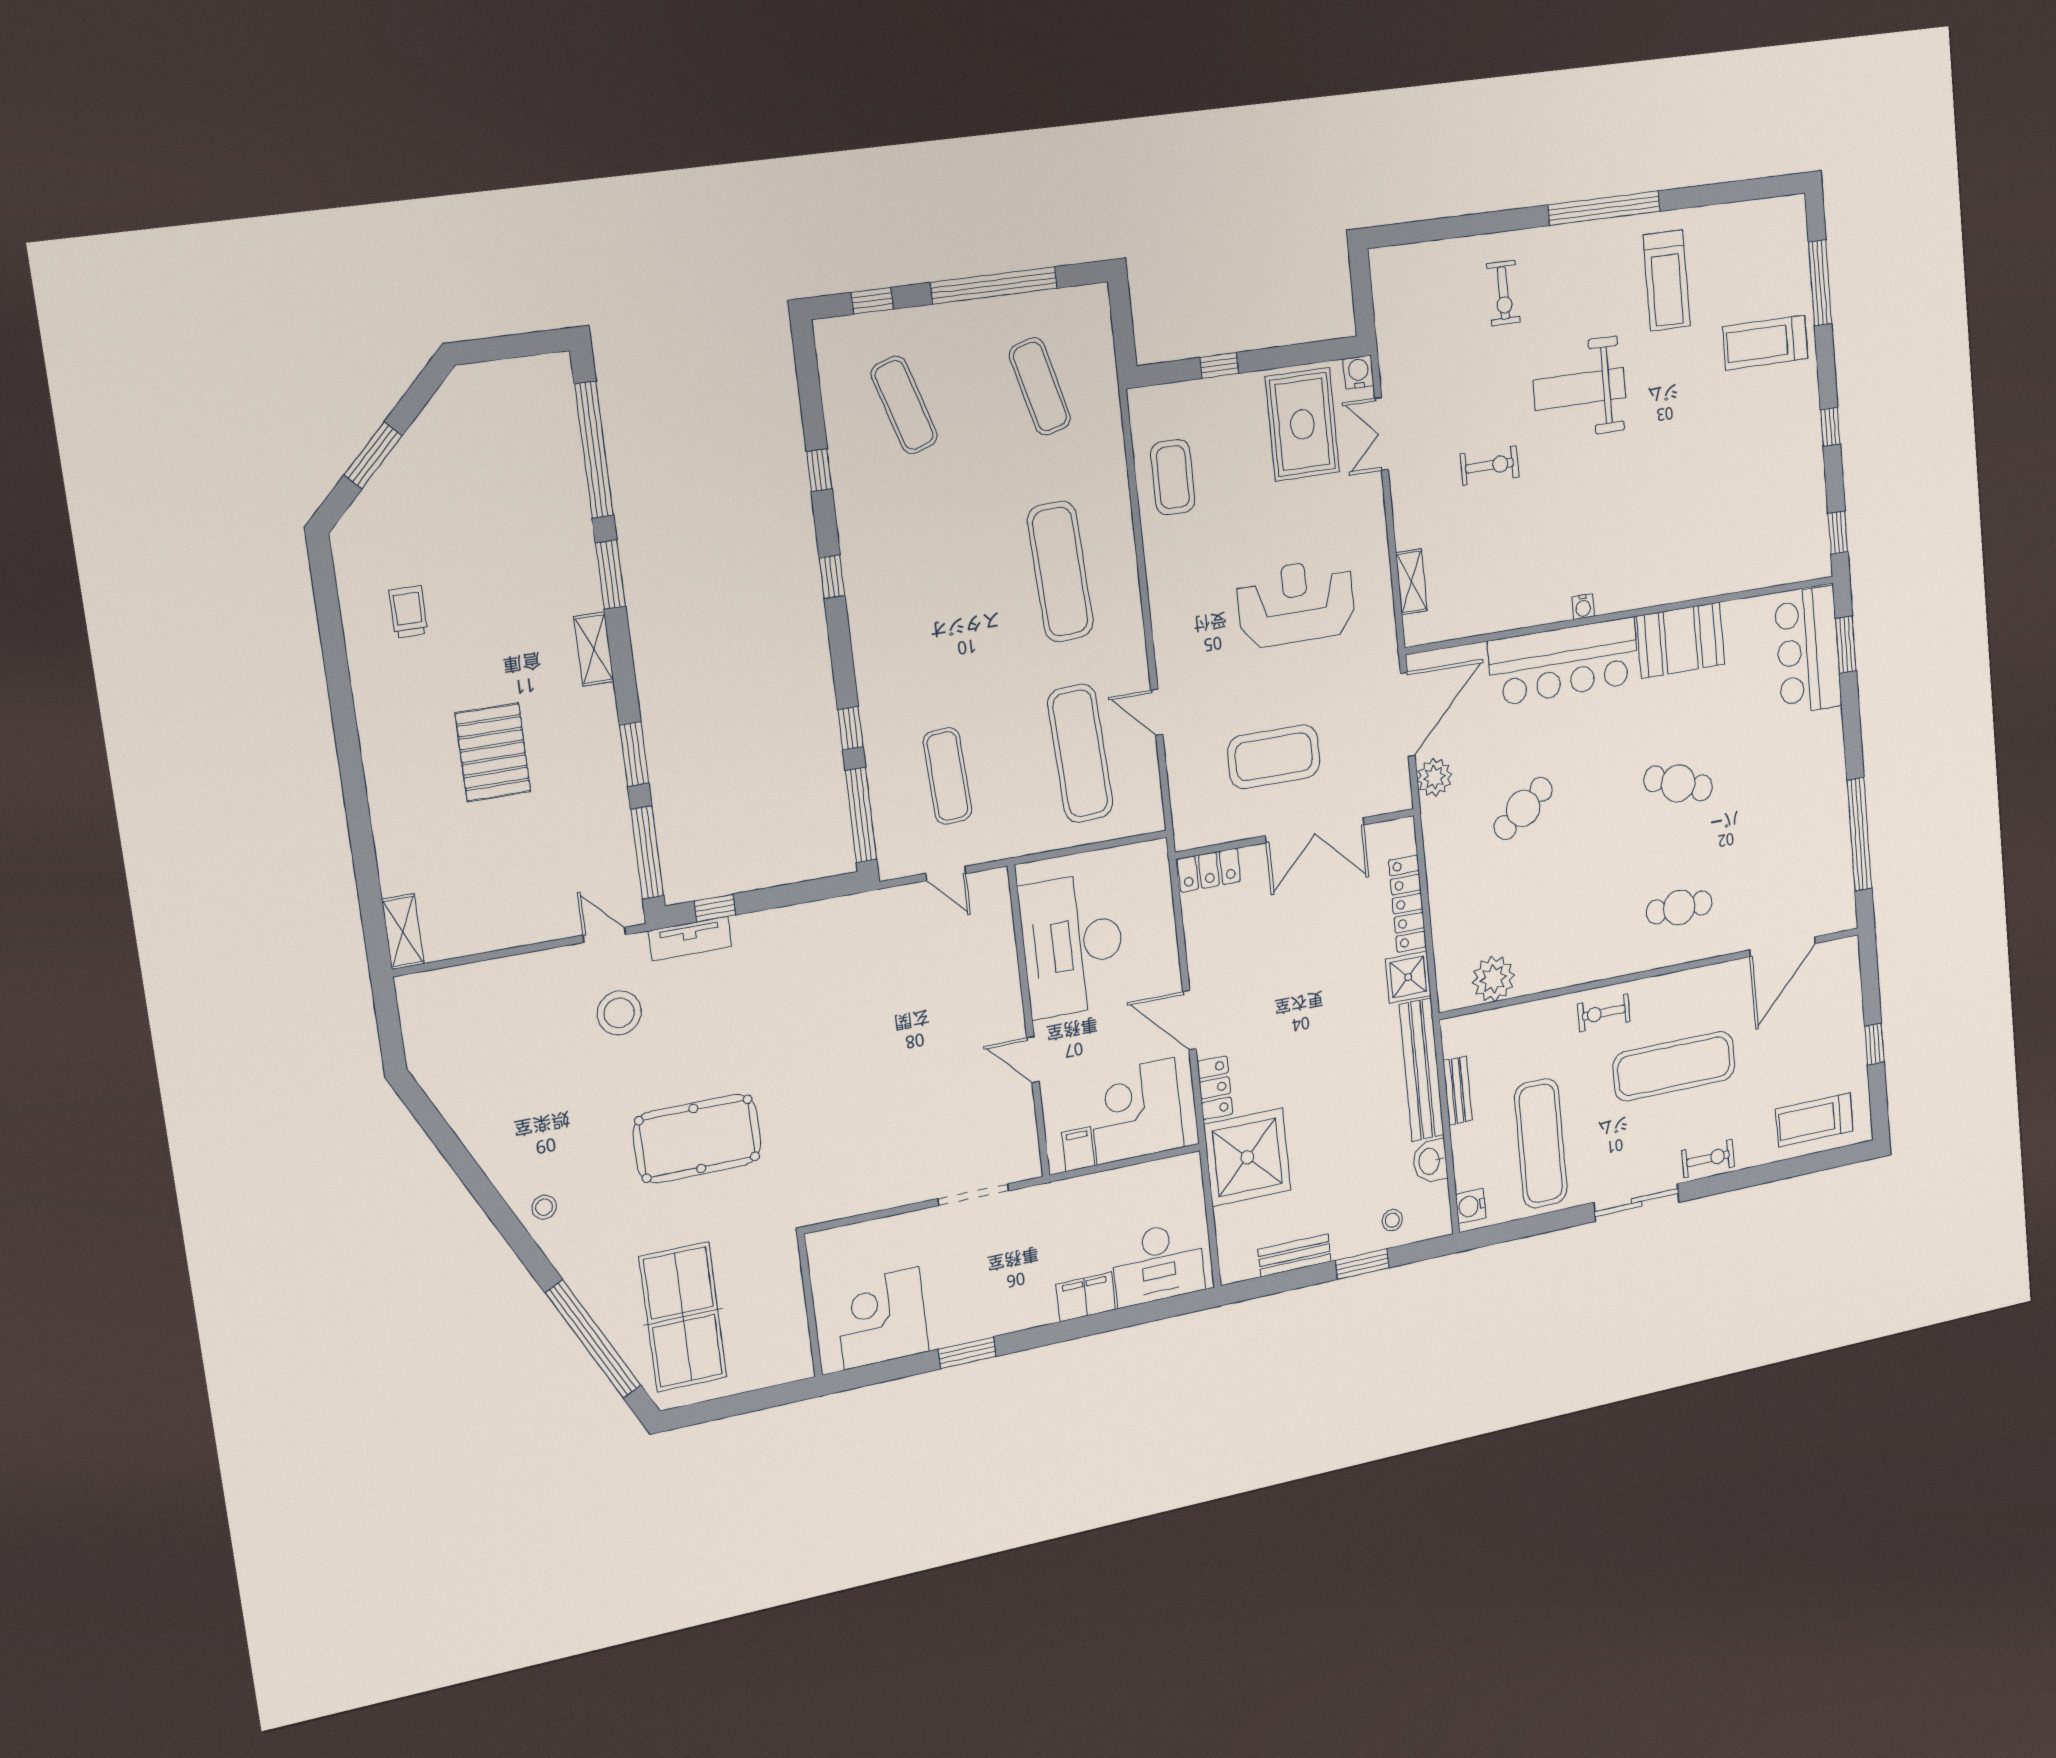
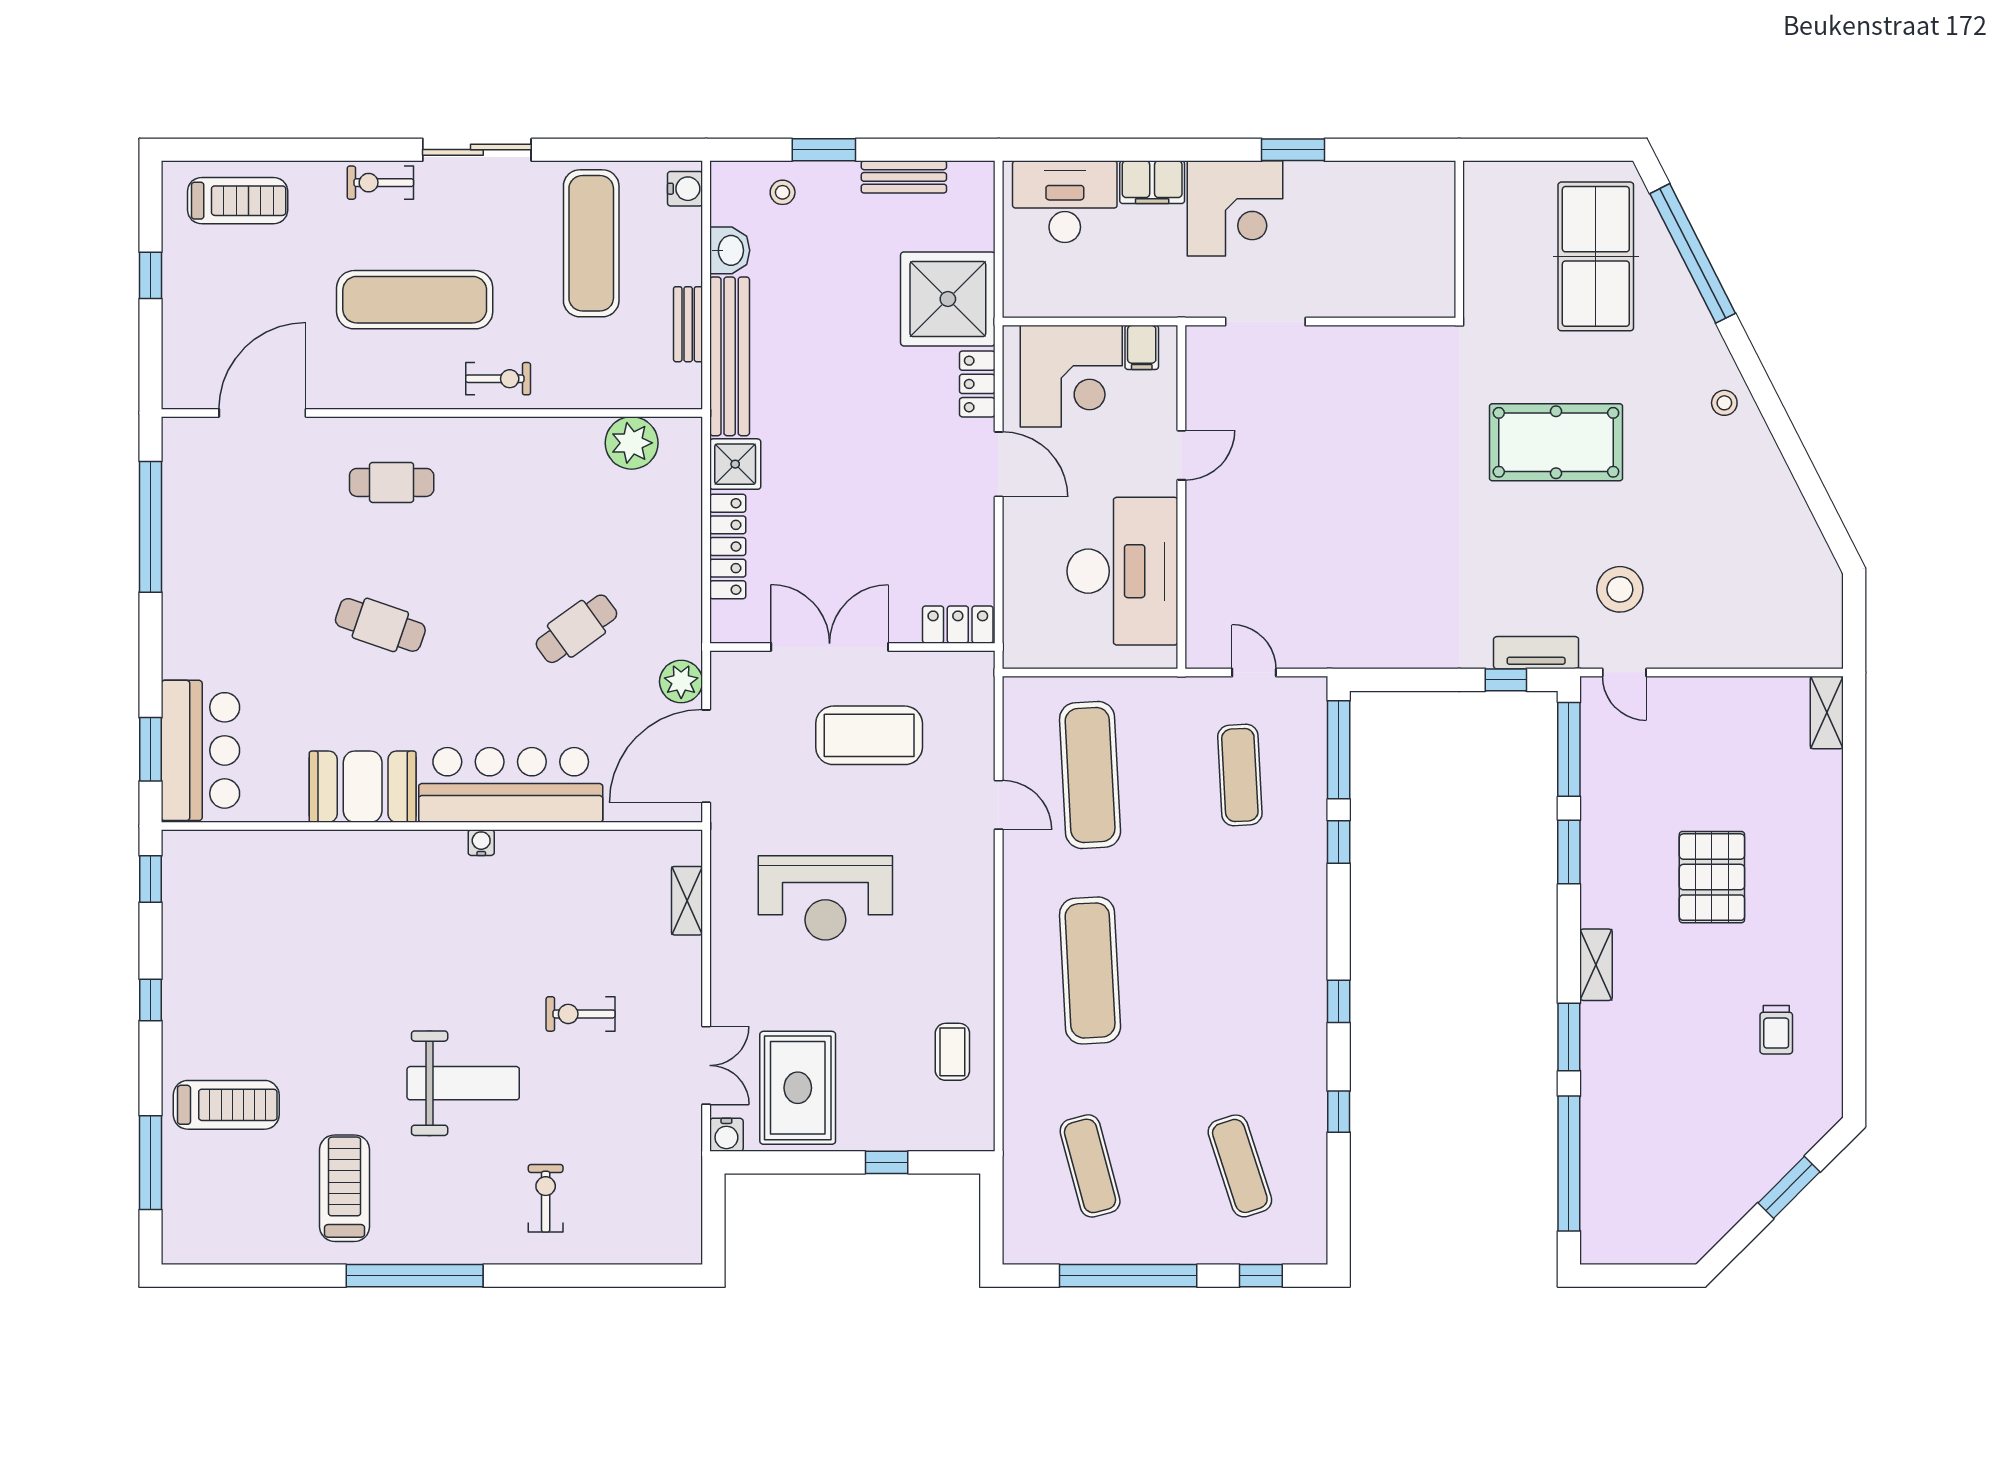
coffee table: (1173, 477) -> (952, 1052), width x0.73, depth x0.77
door: (1033, 1060) -> (1181, 455), hinge flipped
corner desk: (882, 1318) -> (1235, 208), moved

